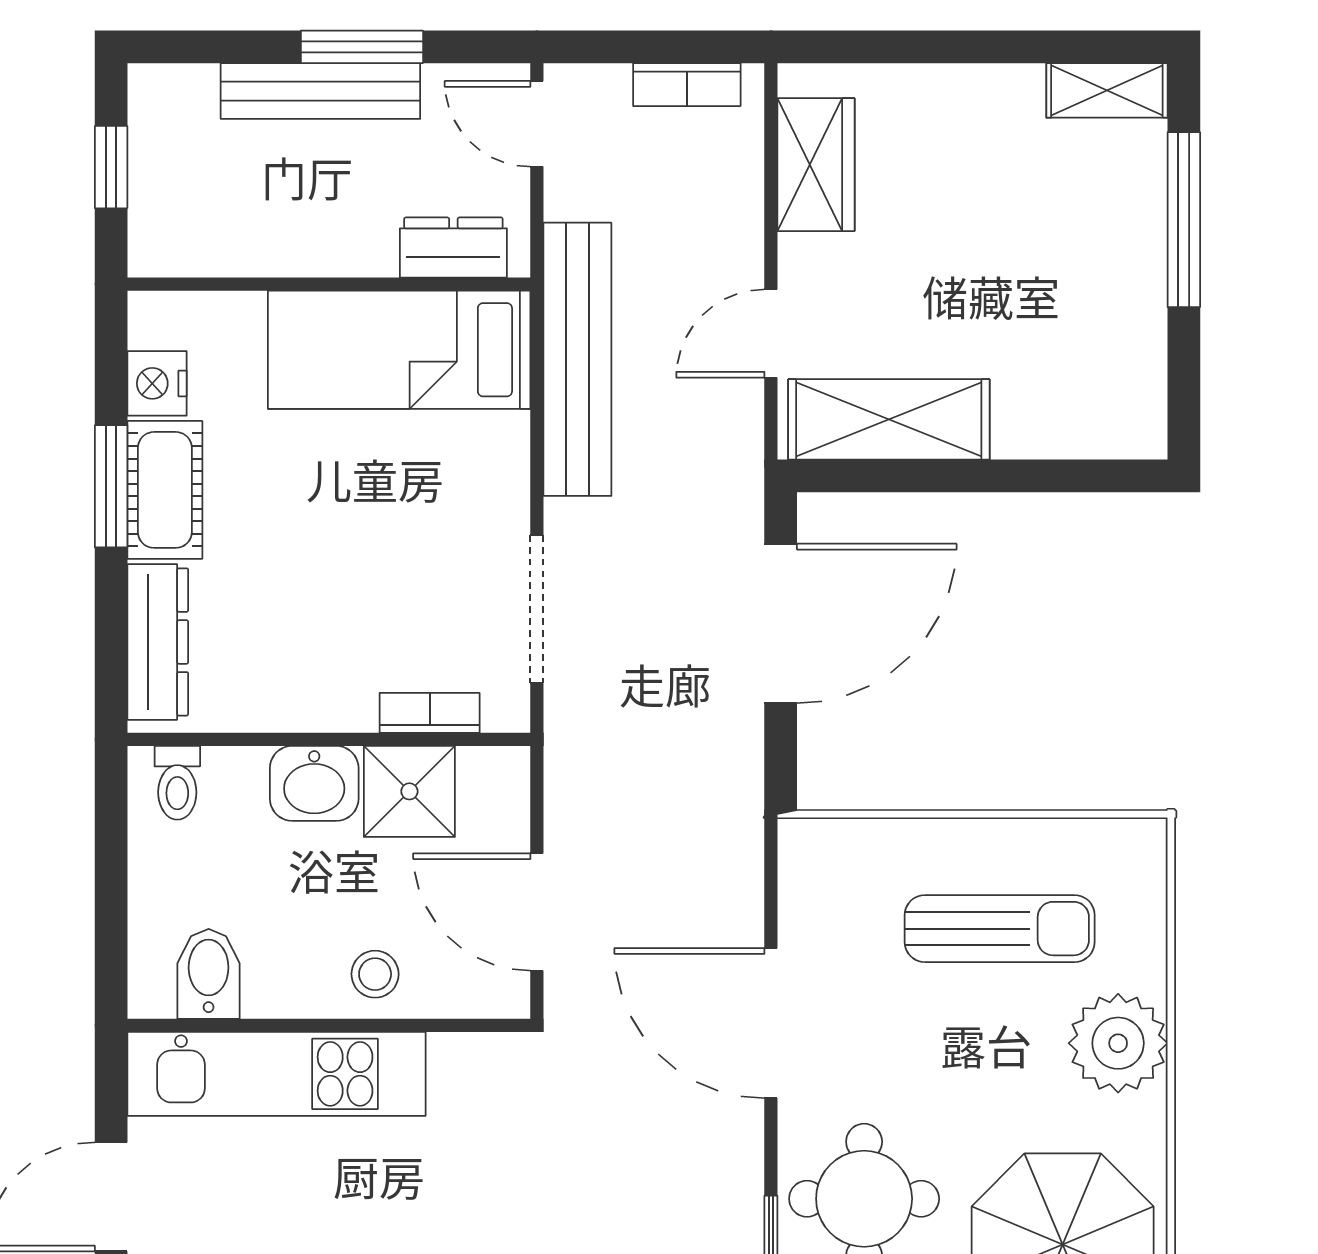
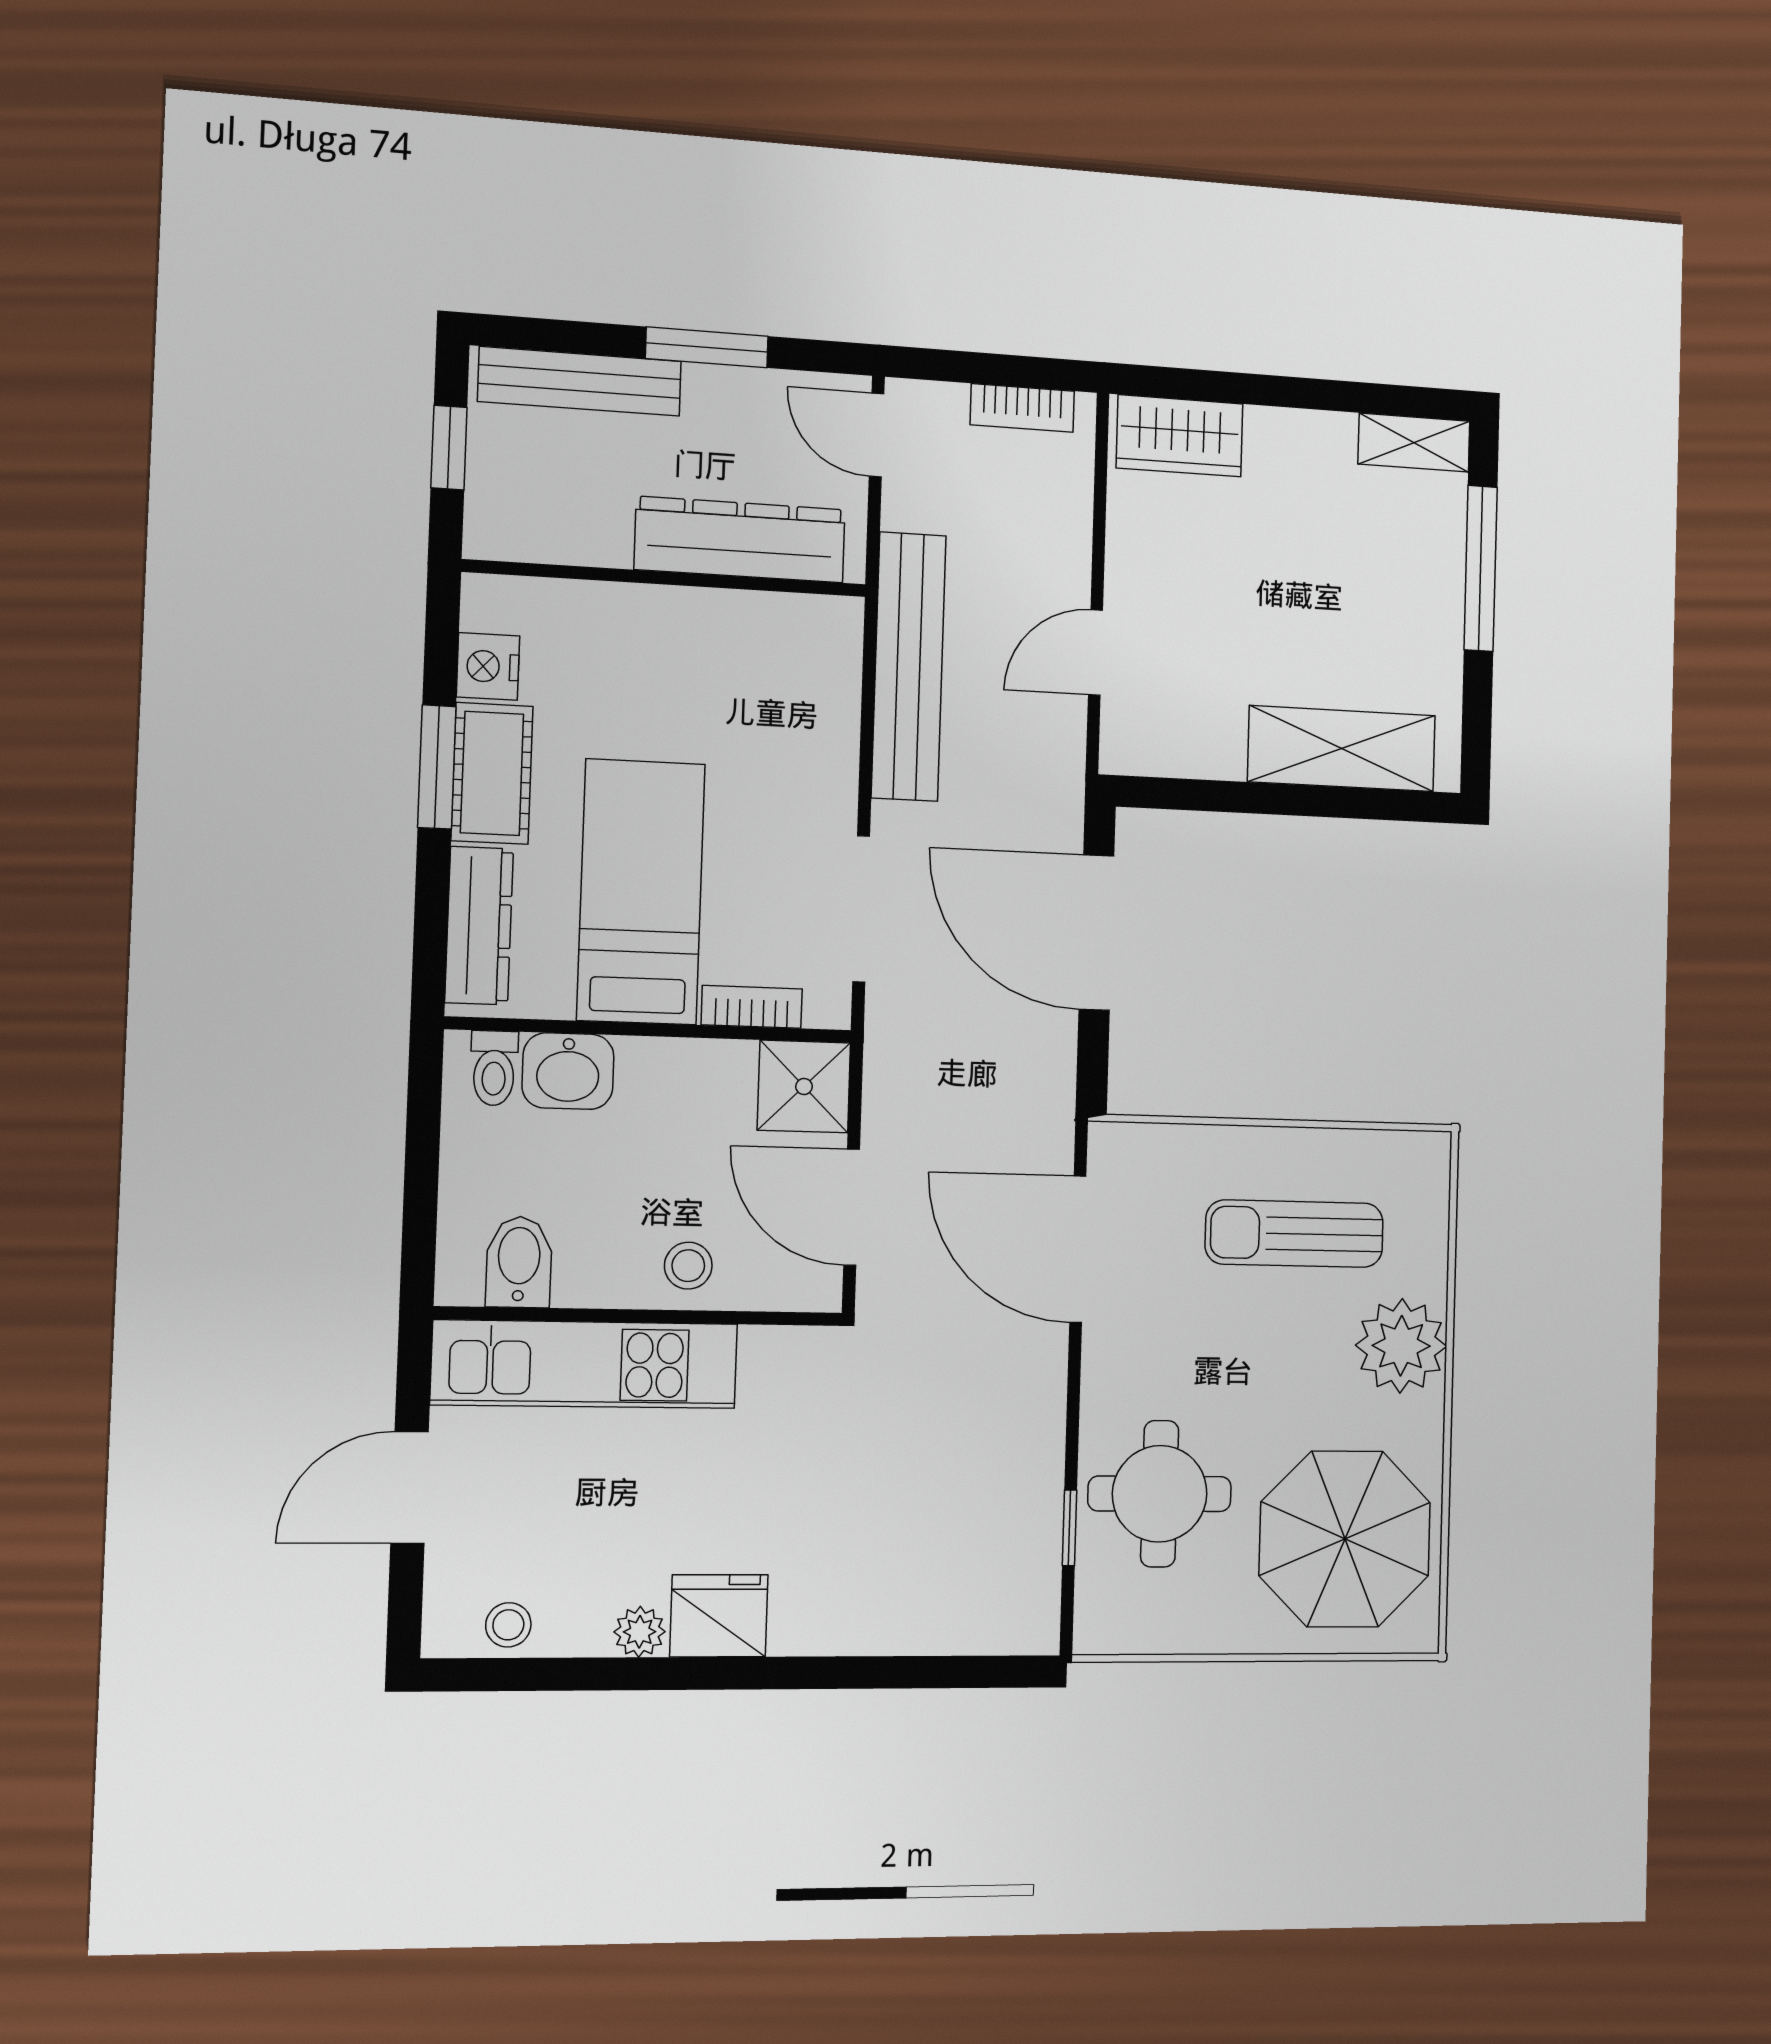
bench: (320, 91) -> (580, 381), moved
wardrobe: (816, 165) -> (1180, 436), moved, turned 90
dresser: (453, 248) -> (740, 540), width x1.96, depth x1.24
bed: (399, 350) -> (641, 892), moved, turned 90
shelving: (889, 419) -> (1342, 749), moved
door: (781, 623) -> (1096, 933), swing flipped
washbasin: (314, 783) -> (568, 1071), moved
shower: (409, 791) -> (804, 1087), moved
sun lounger: (1000, 929) -> (1294, 1234), turned 180
door: (771, 1023) -> (1078, 1249), moved

